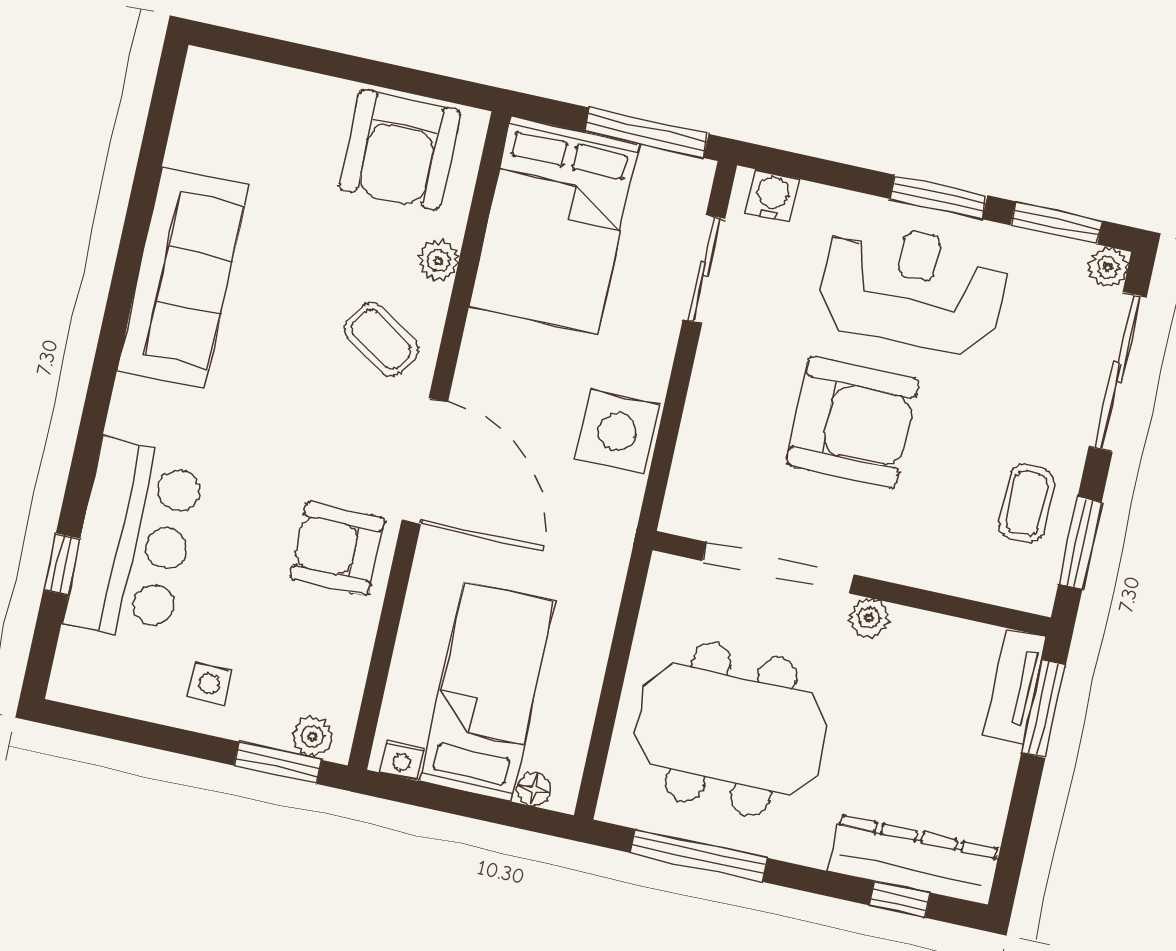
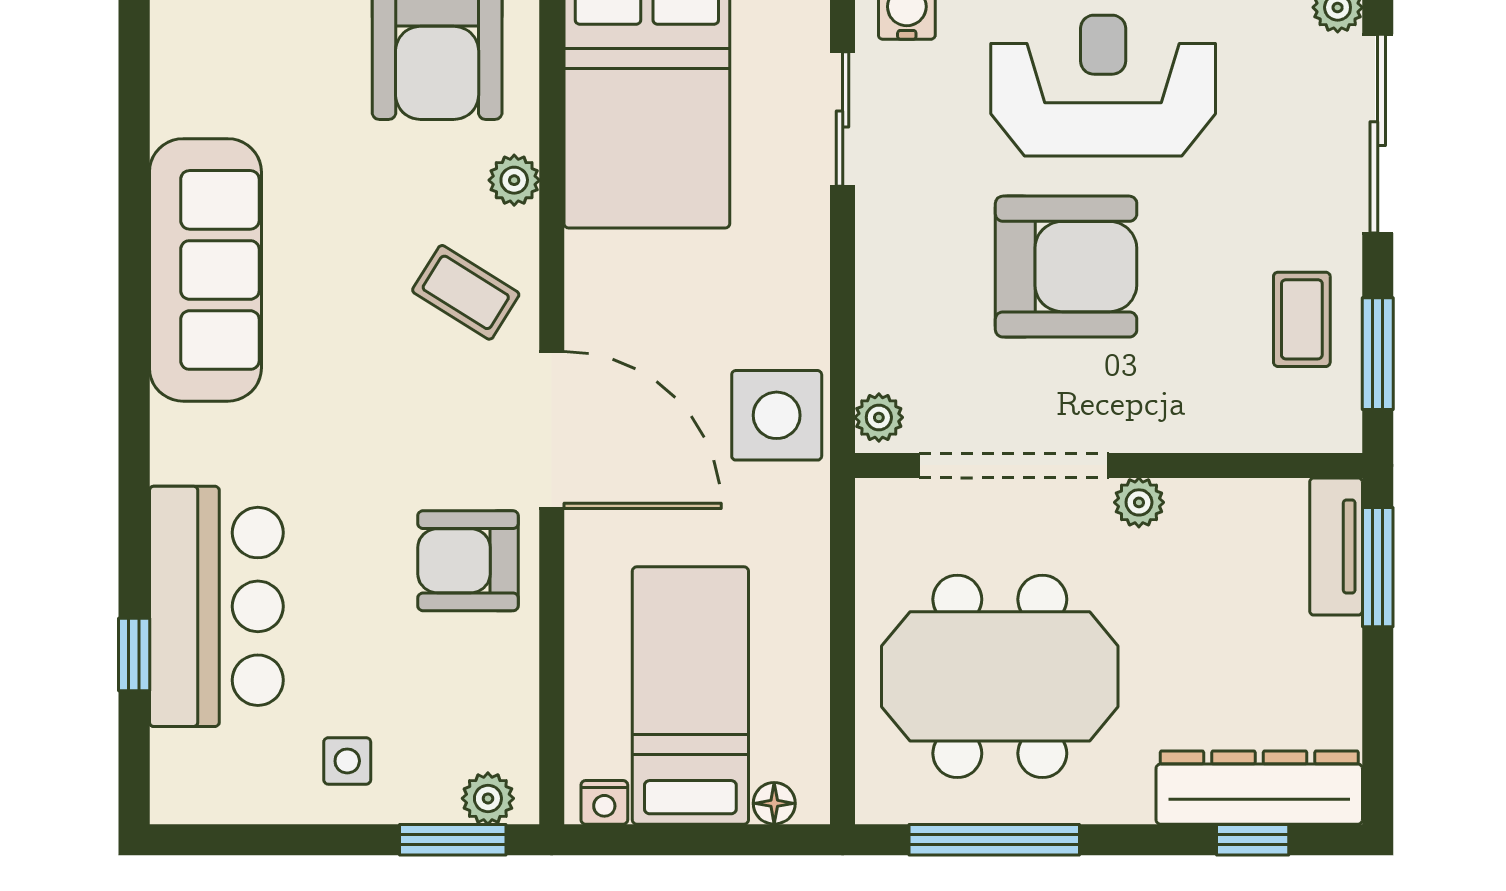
side table: (617, 432) -> (777, 415), moved
plant: (681, 507) -> (879, 417), added

